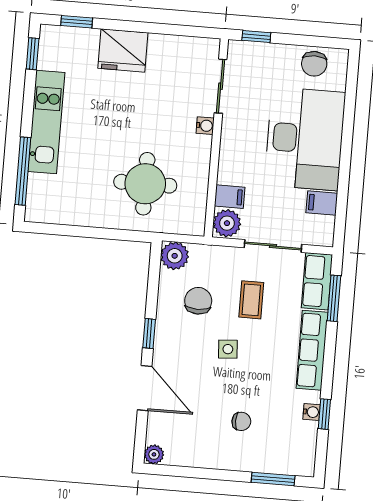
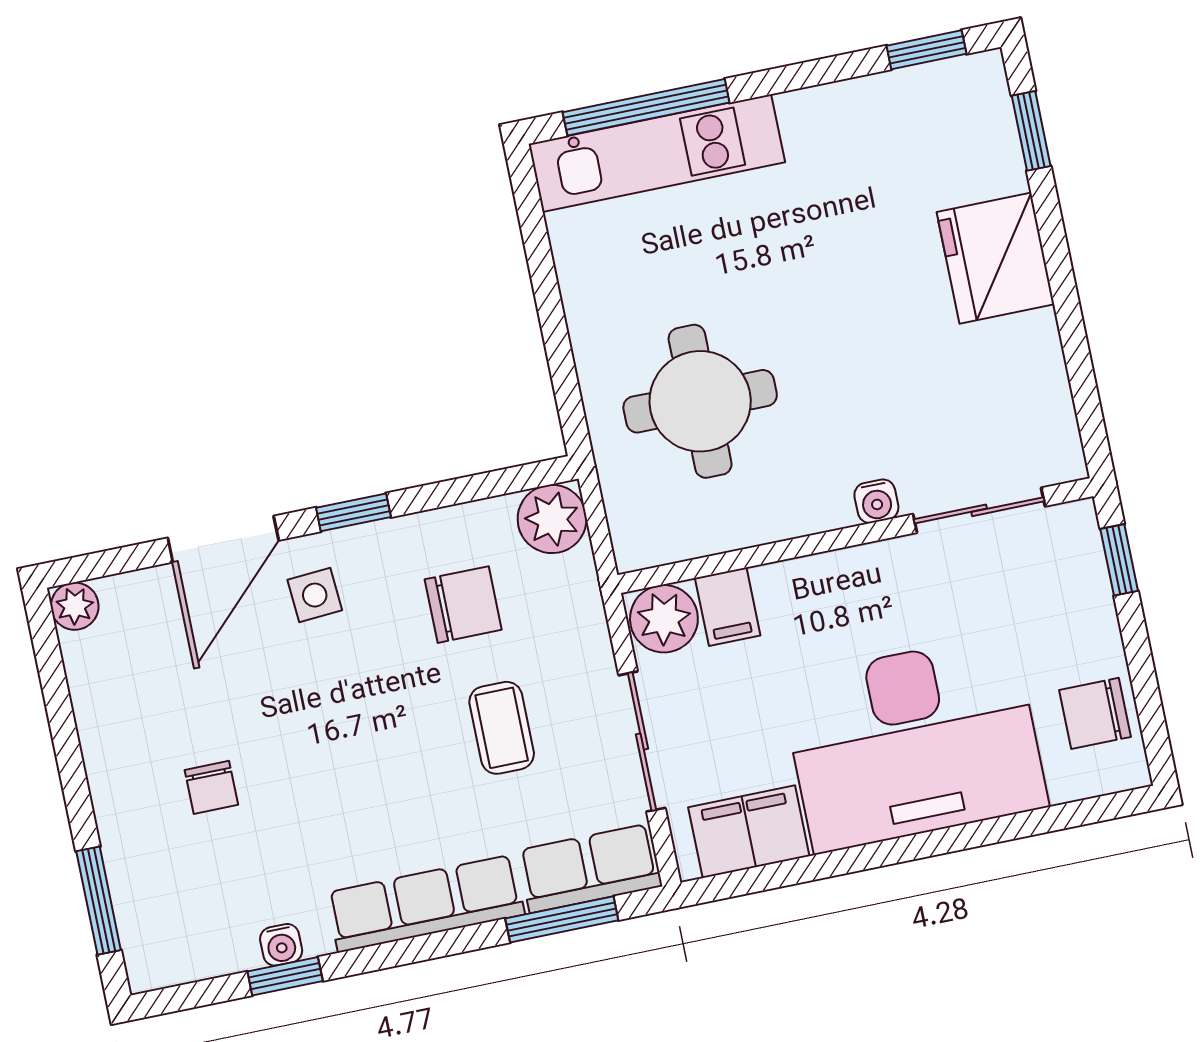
kitchen unit: (46, 122) -> (657, 153), moved
filing cabinet: (322, 203) -> (749, 832), width x2.00
coffee table: (251, 300) -> (502, 728), turned 90
side table: (228, 349) -> (315, 595), moved

